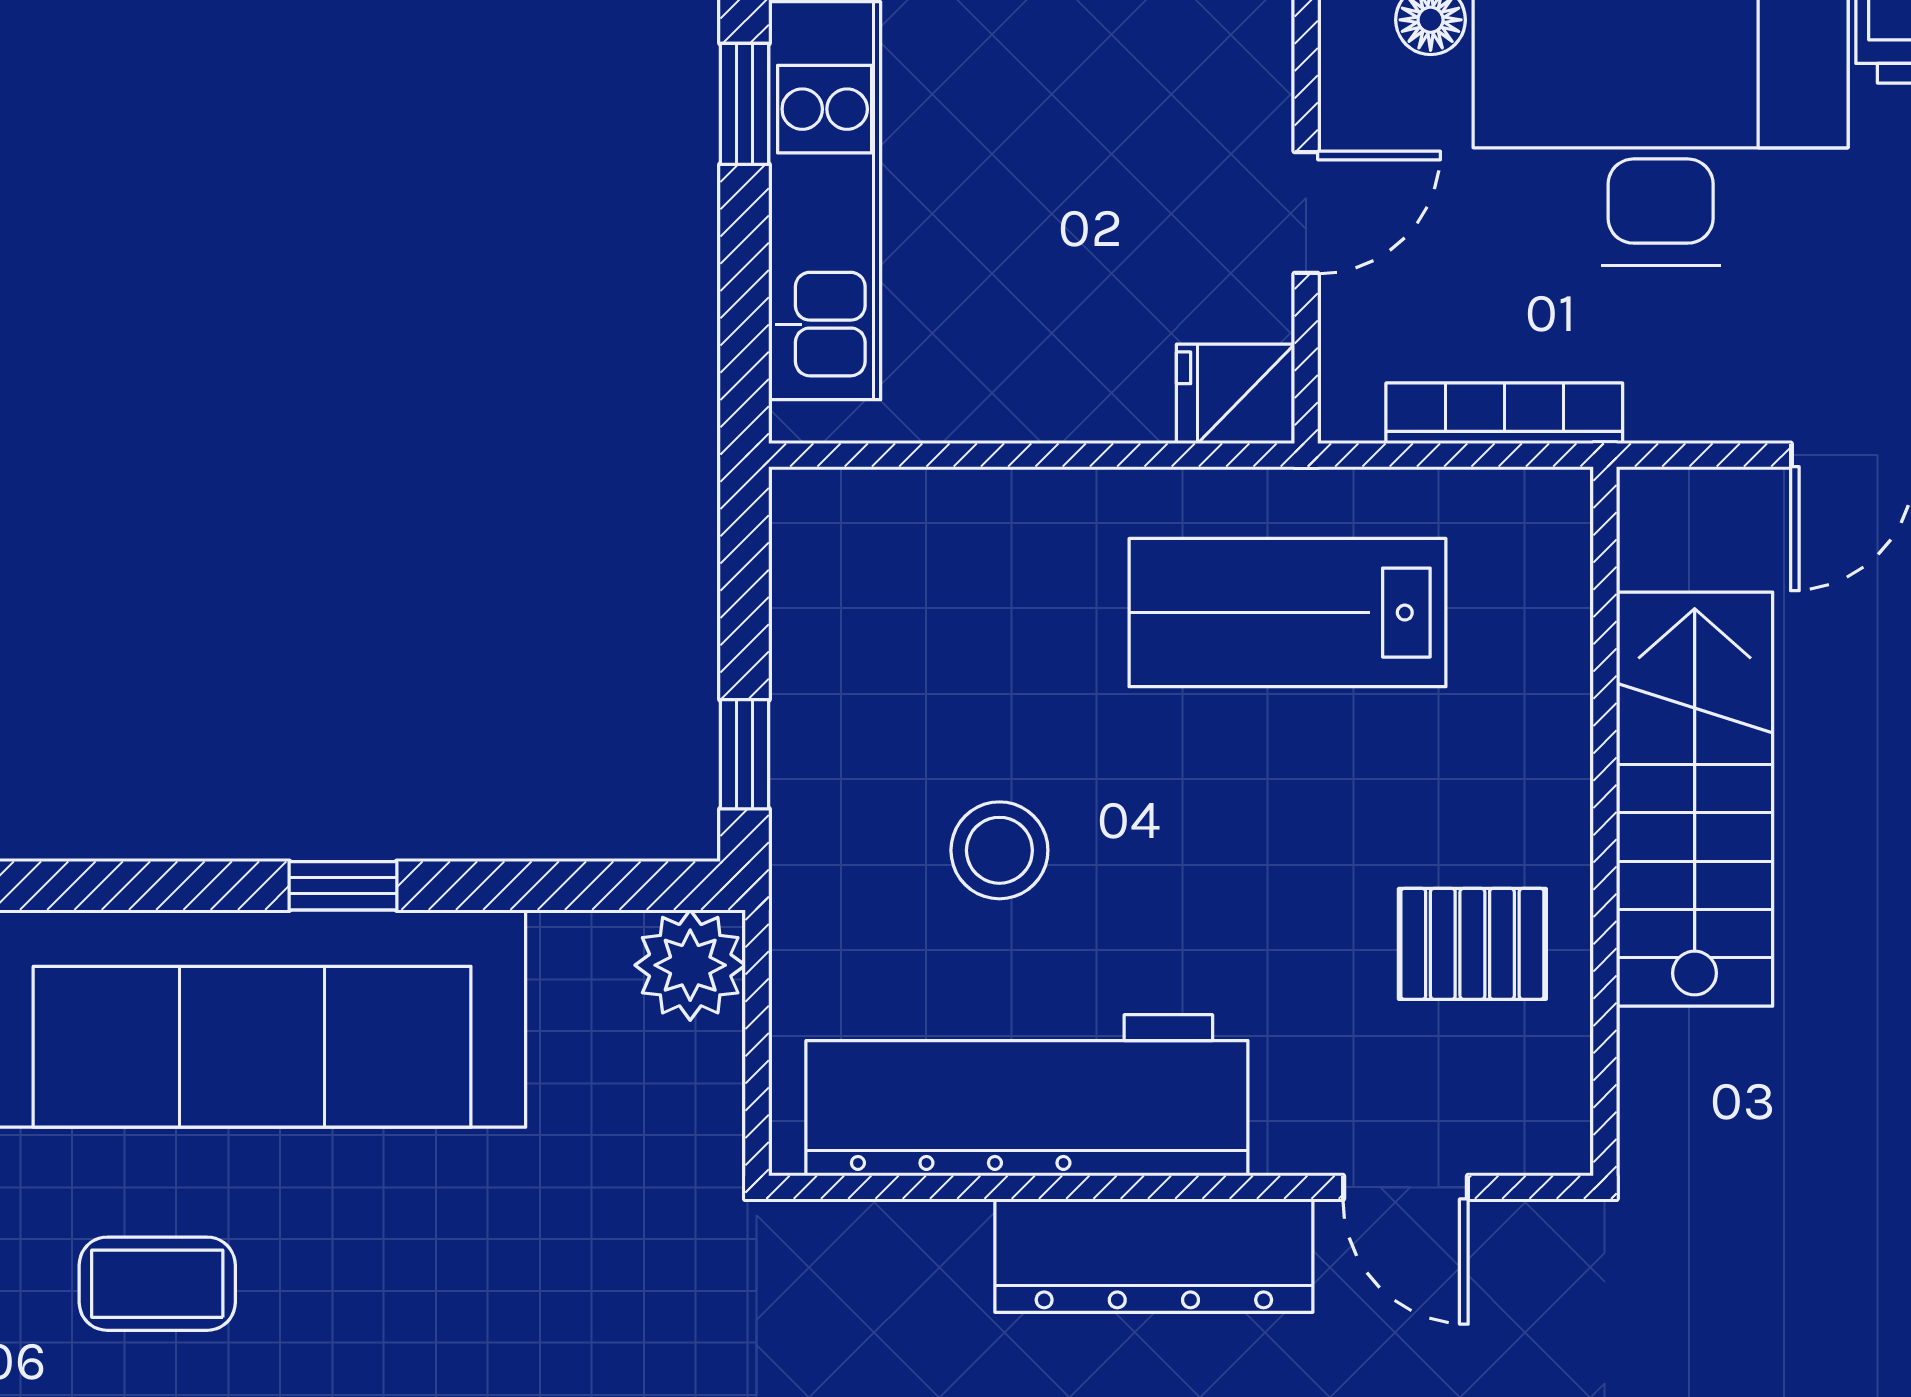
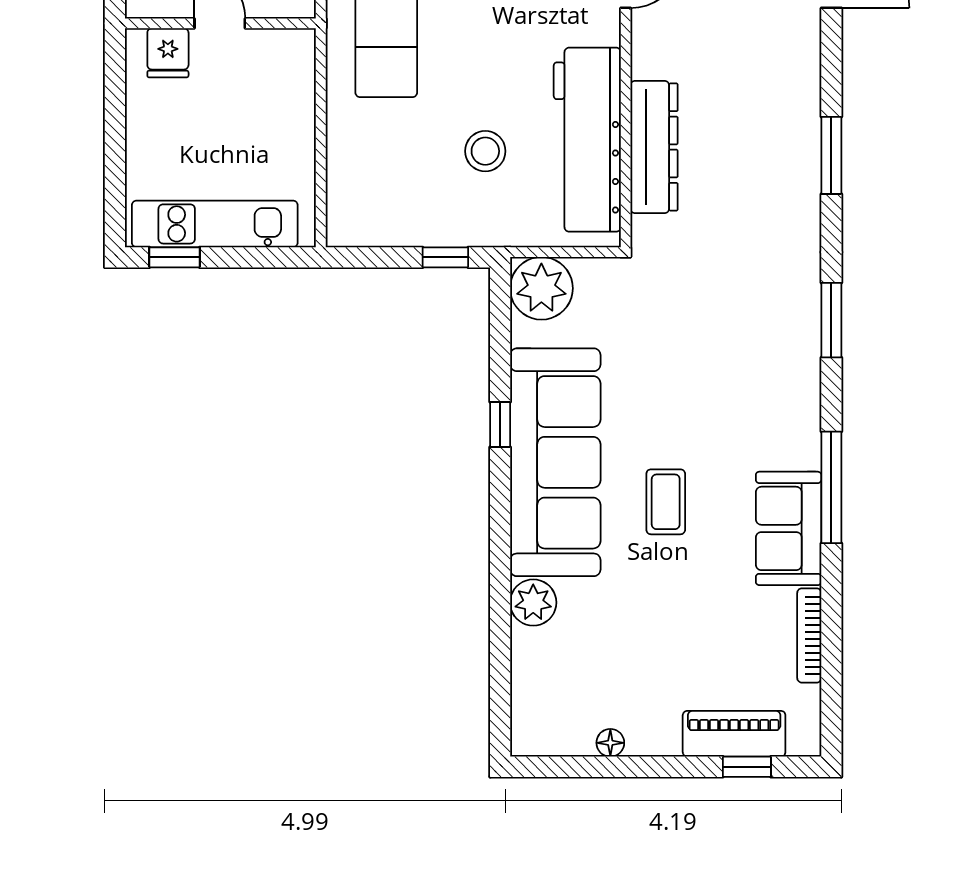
fridge: (1236, 394) -> (168, 53), moved
plant: (690, 965) -> (541, 288), width x1.36, depth x1.36
dresser: (1154, 1256) -> (654, 147), moved

